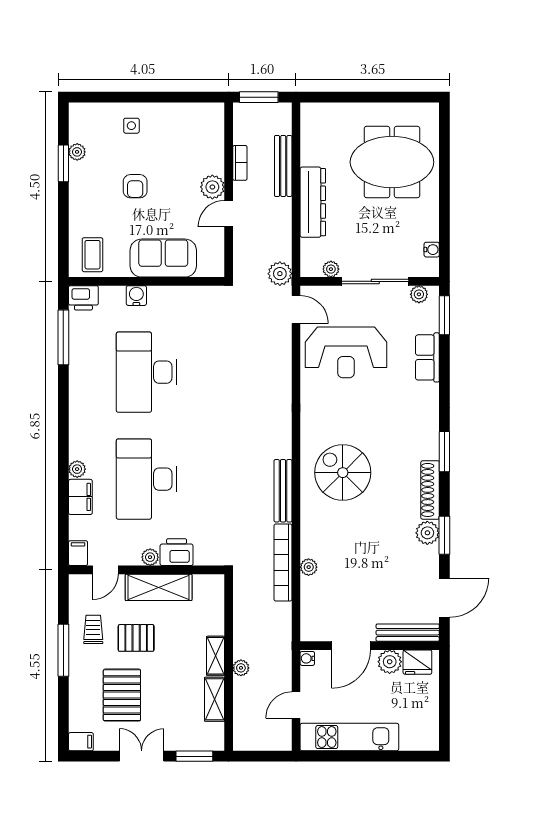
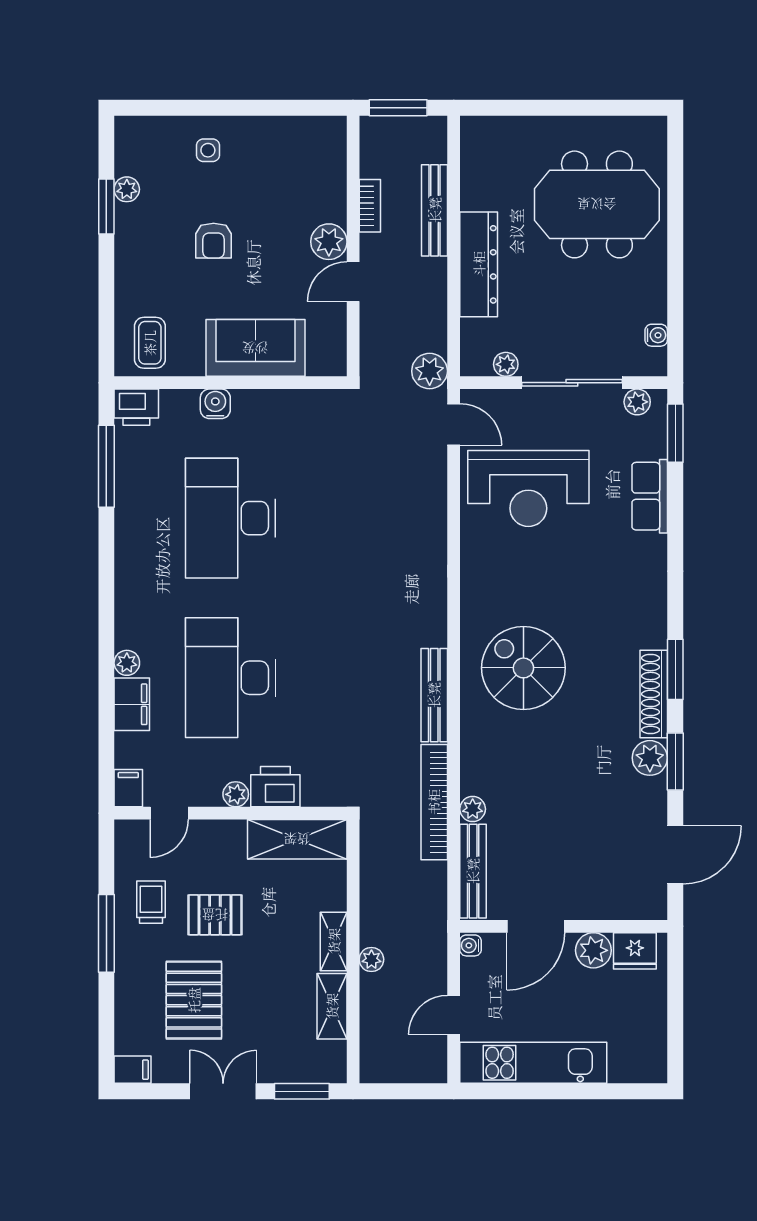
window: (444, 452) -> (675, 669), moved
shelving: (159, 587) -> (297, 839), moved
bench: (408, 633) -> (473, 871), moved, turned 90

